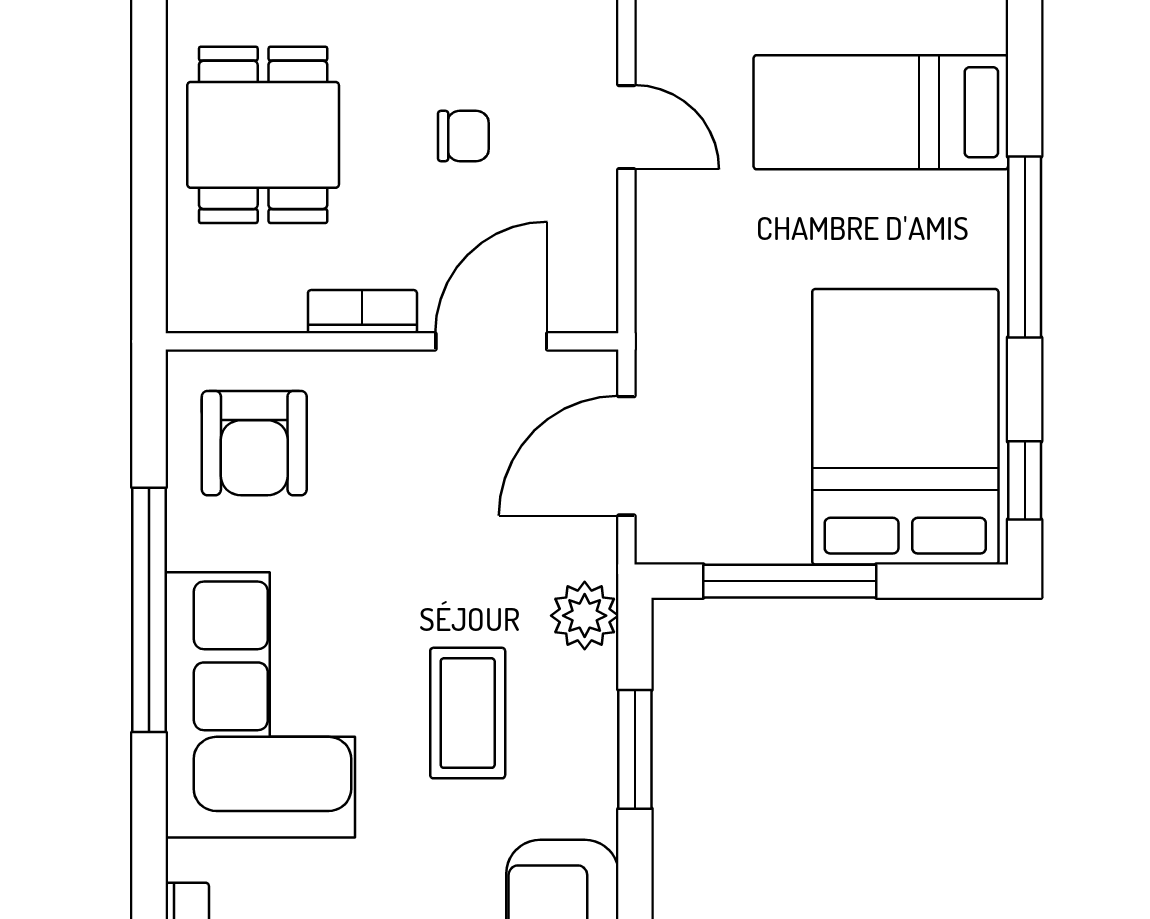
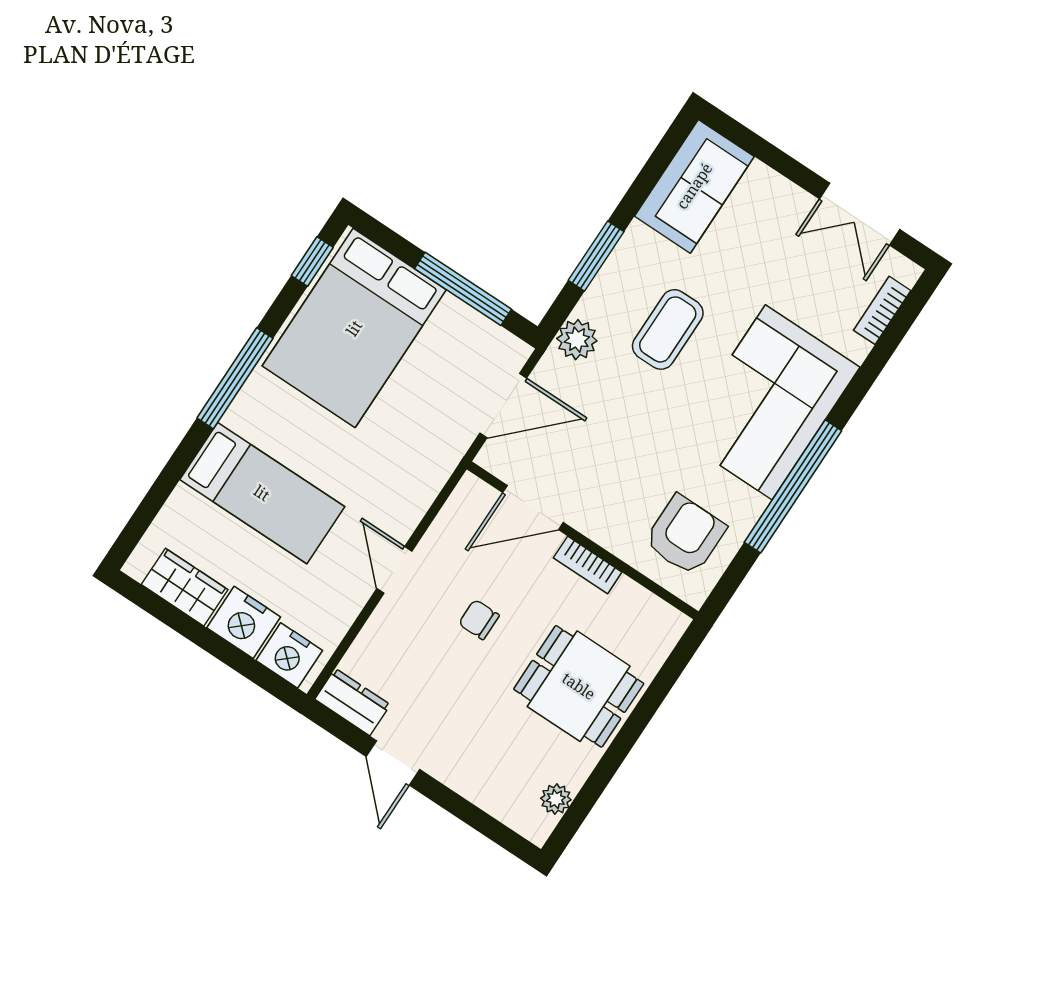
dining table: (263, 135) -> (579, 686), turned 90

